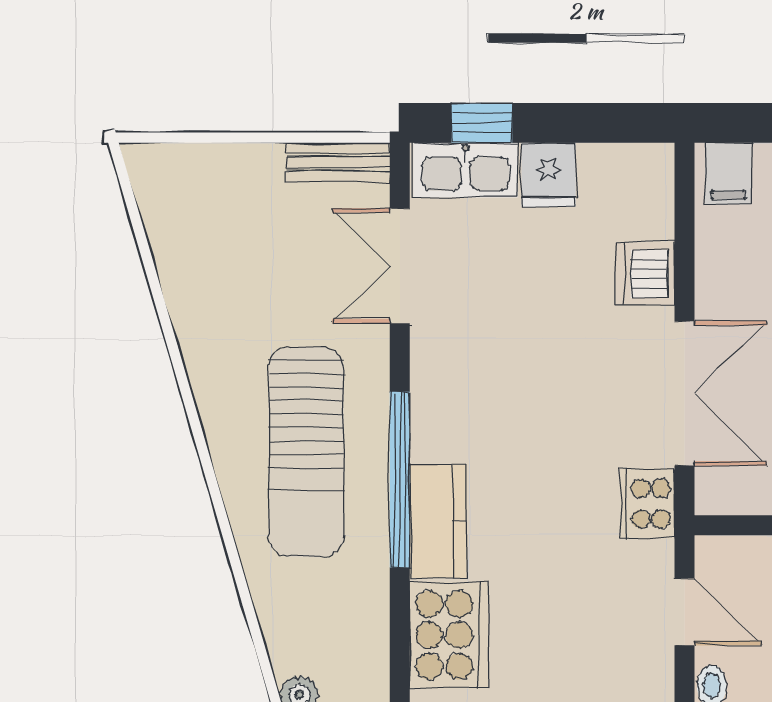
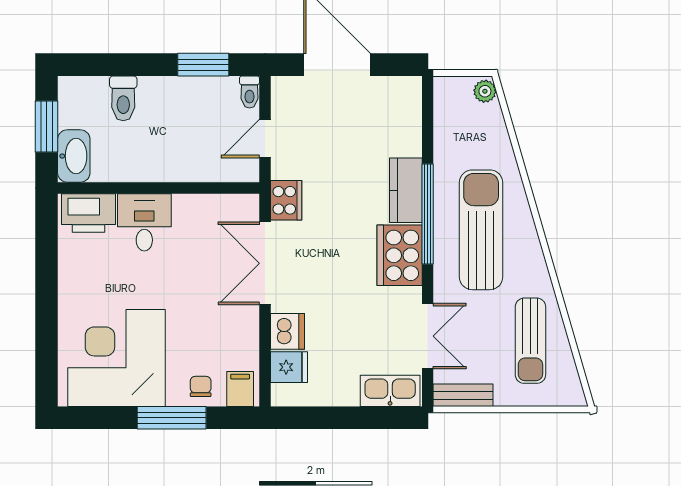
window: (482, 123) -> (381, 418), removed
fridge: (549, 175) -> (289, 367), moved, turned 90
sun lounger: (220, 258) -> (530, 341), added
door: (684, 612) -> (265, 139), hinge flipped
cooker: (449, 635) -> (400, 255), moved

